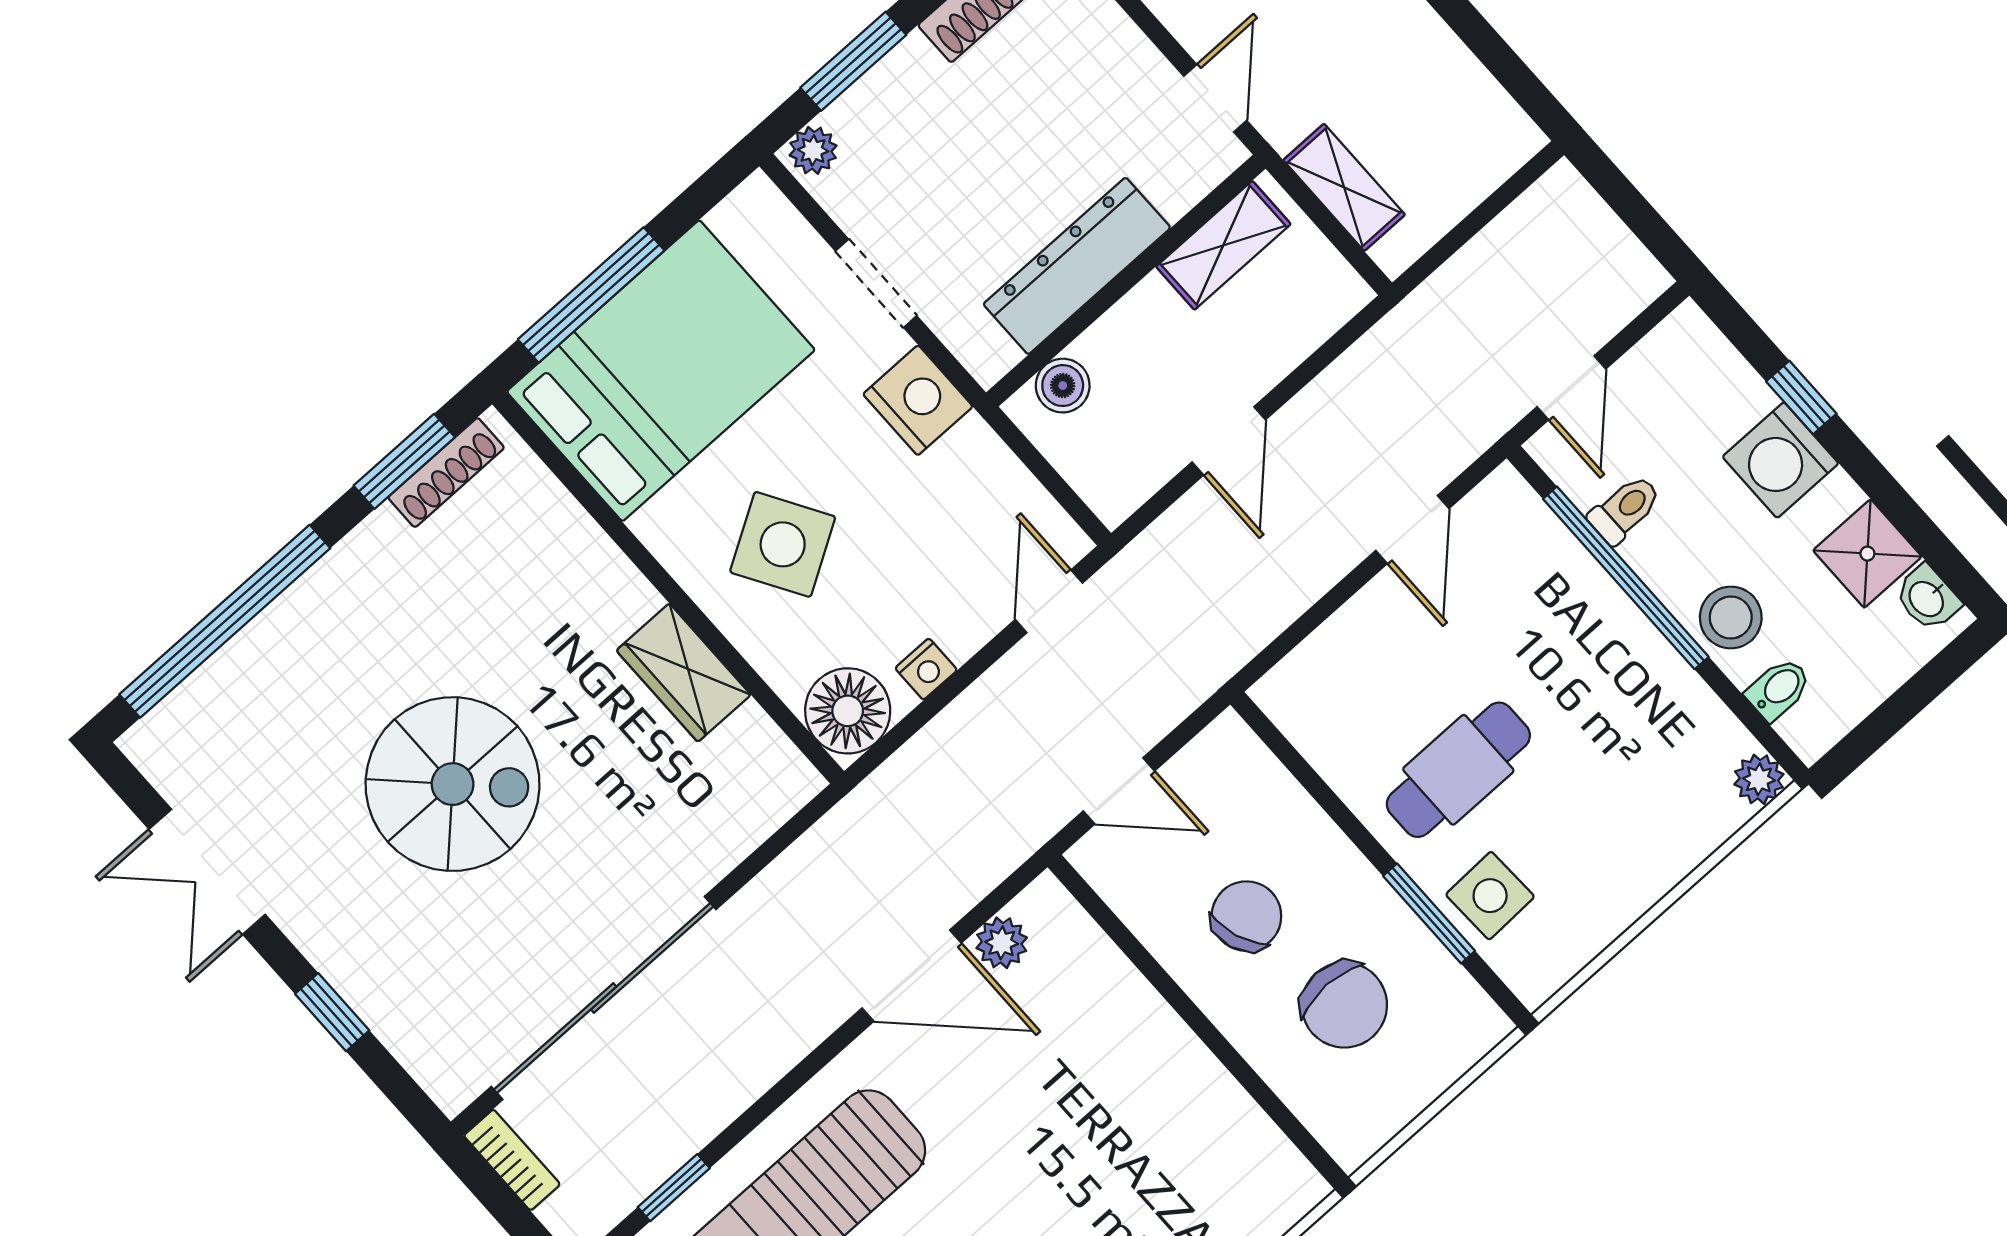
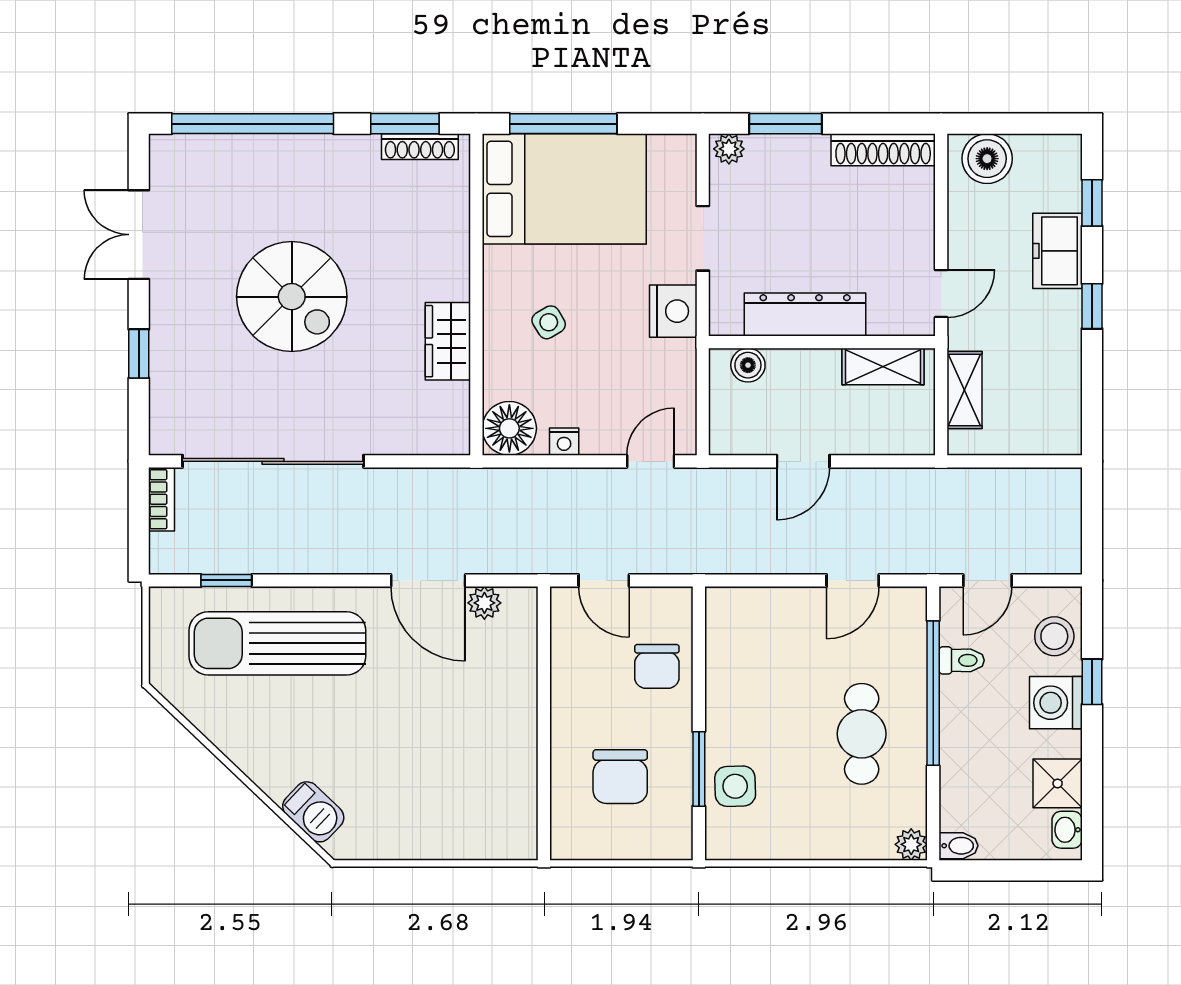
side table: (783, 544) -> (549, 322), width x0.54, depth x0.54
stool: (1731, 617) -> (1054, 636), moved
bidet: (1779, 689) -> (958, 846), moved
cafe table: (1458, 770) -> (862, 734), moved, turned 90
chair: (1246, 916) -> (657, 666), moved, turned 110

